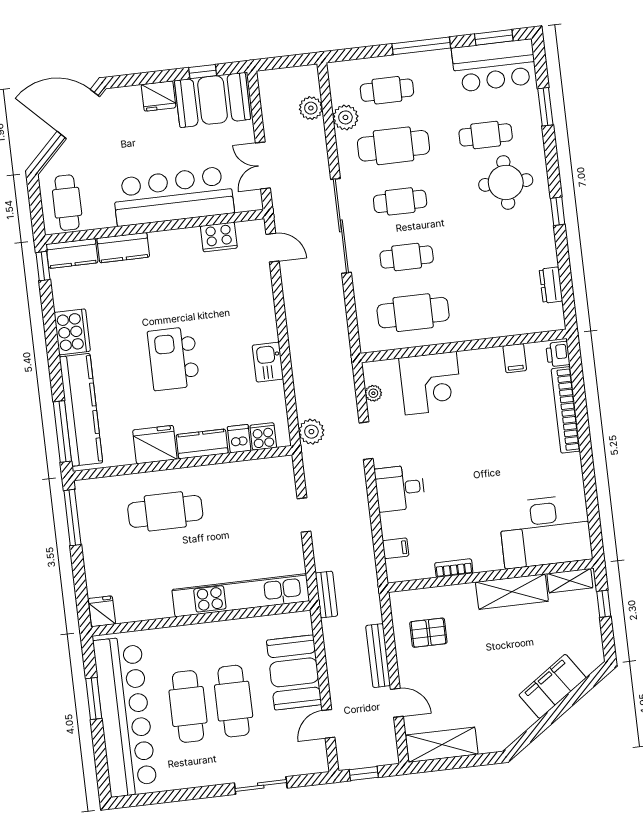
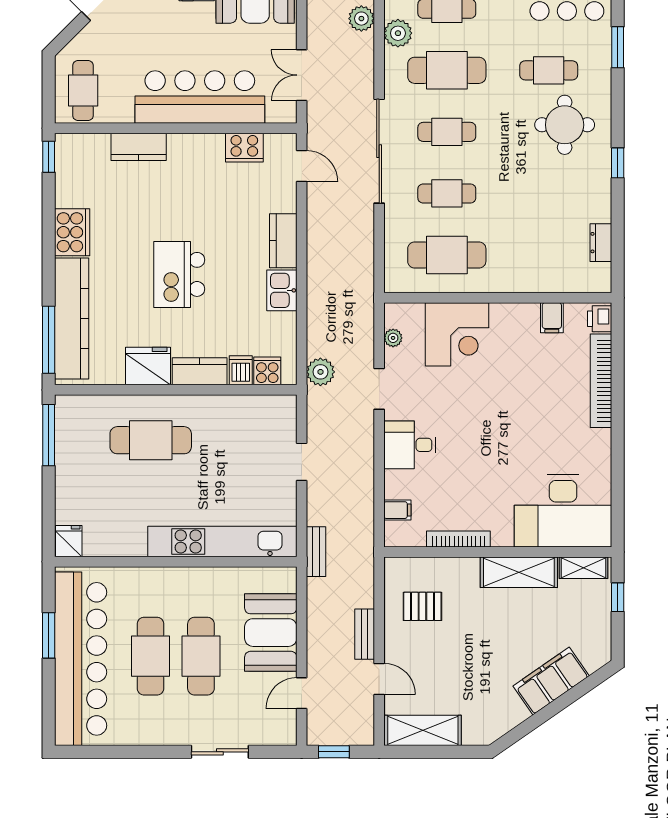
kitchen counter: (72, 253) -> (283, 241), moved, turned 90
bookcase: (454, 568) -> (458, 539), width x1.56
bench: (378, 656) -> (365, 634), width x0.73

